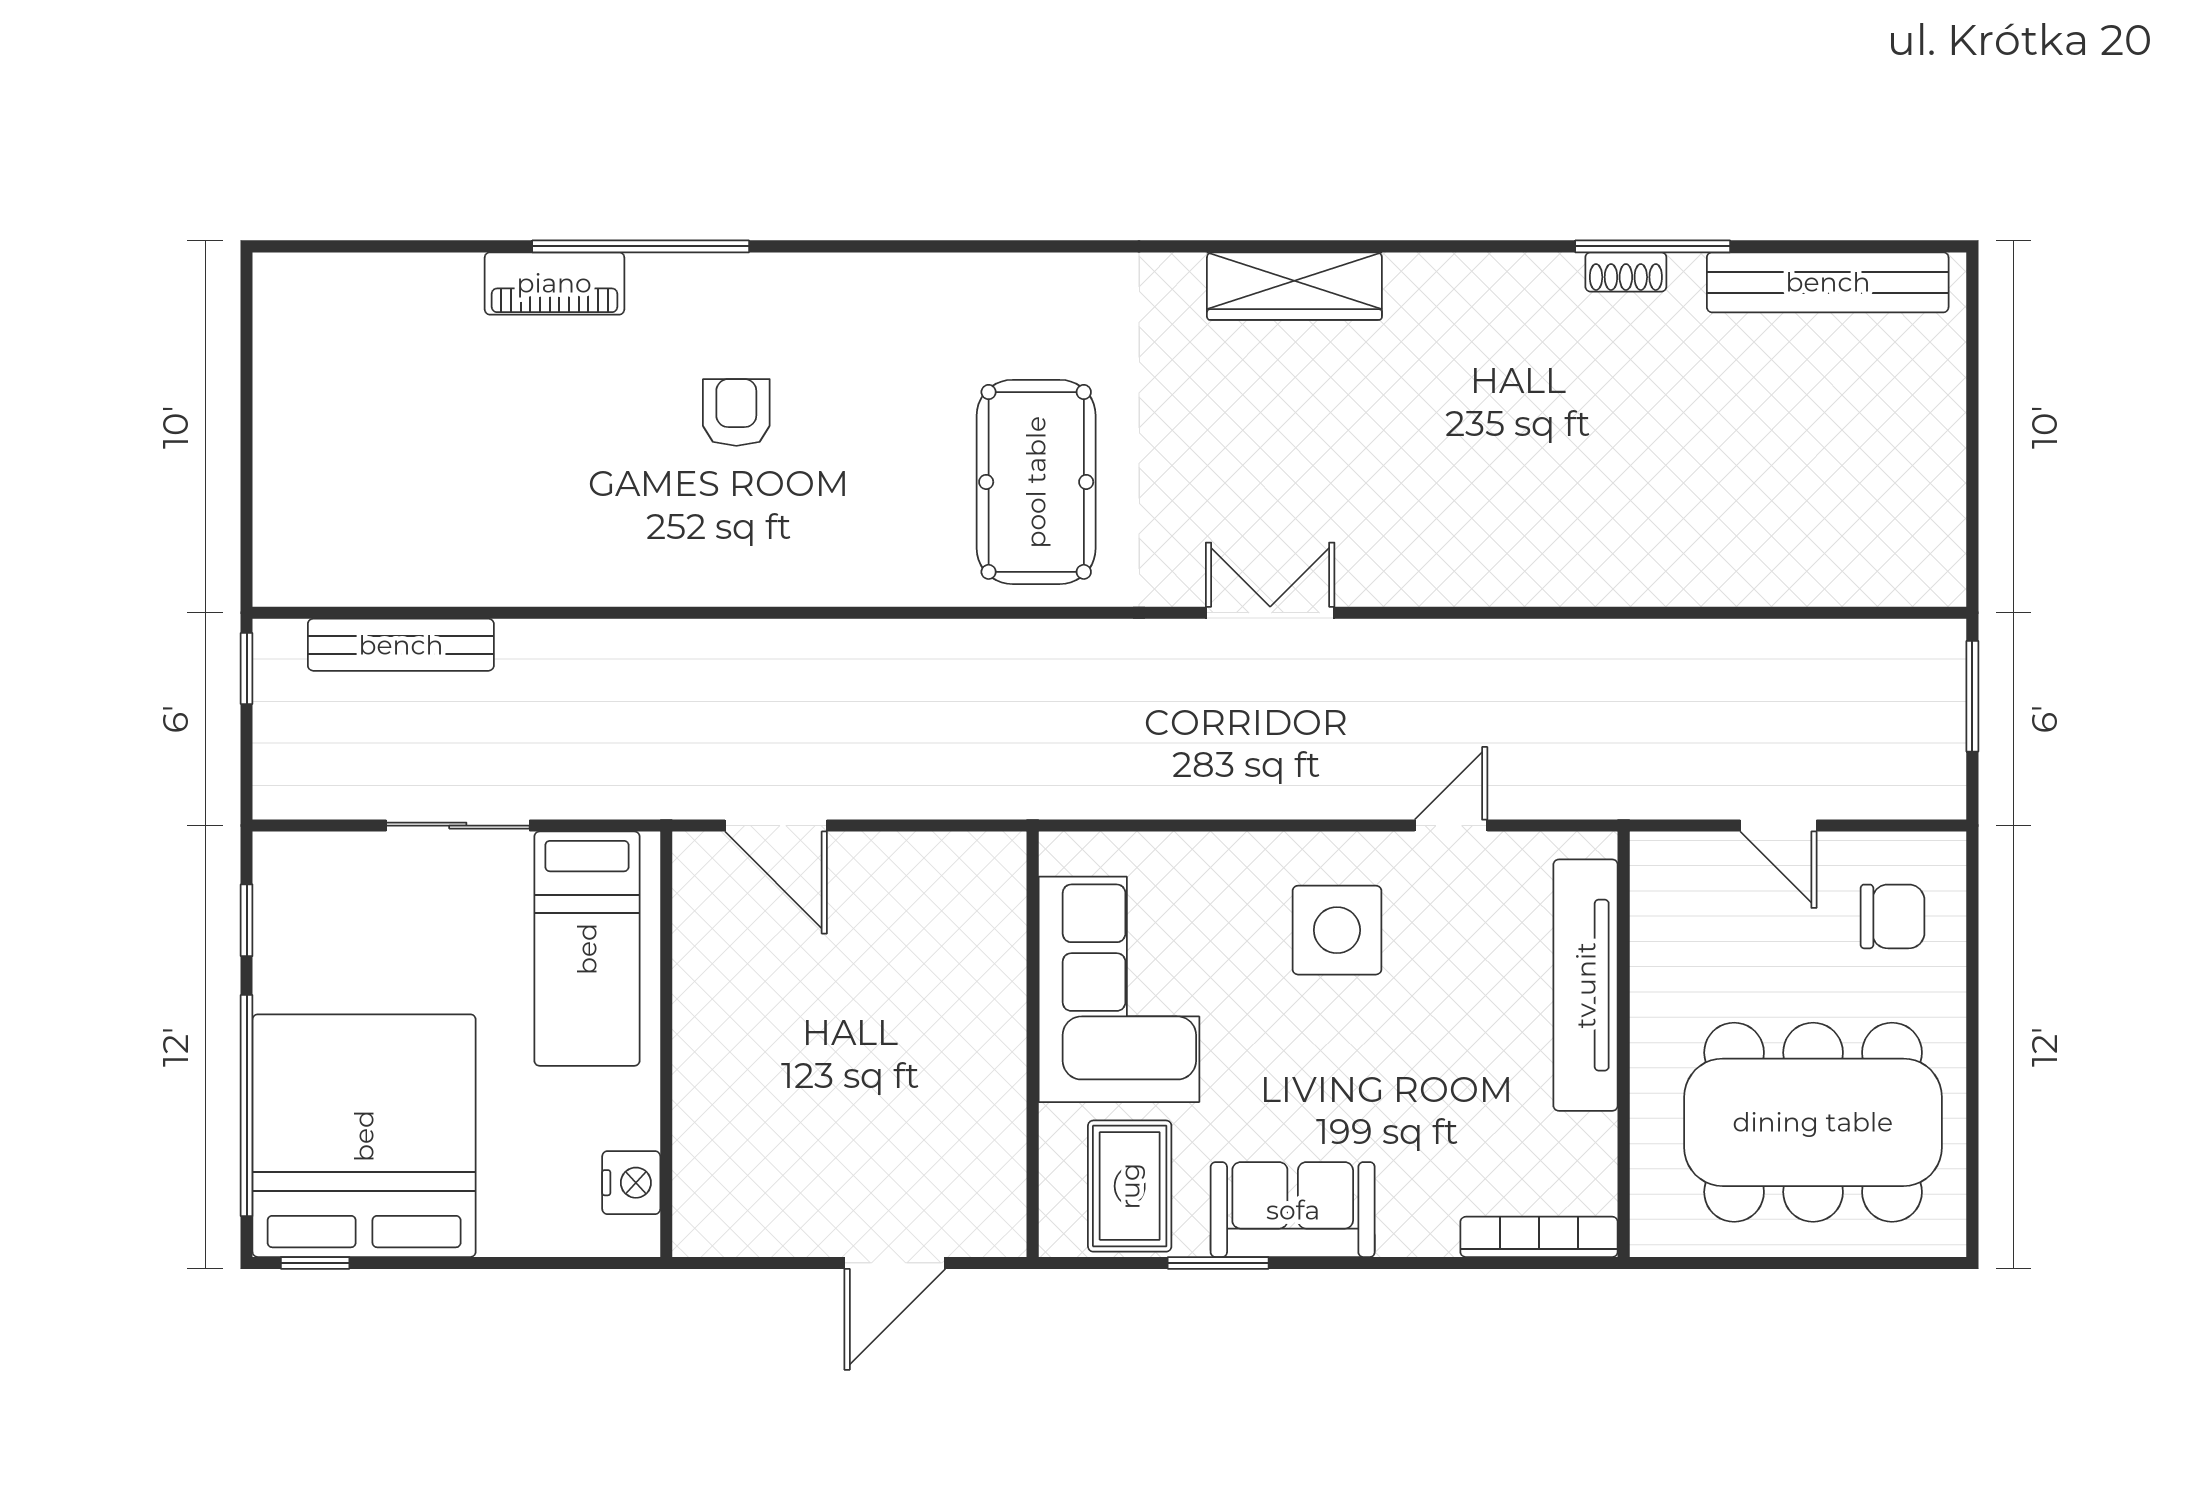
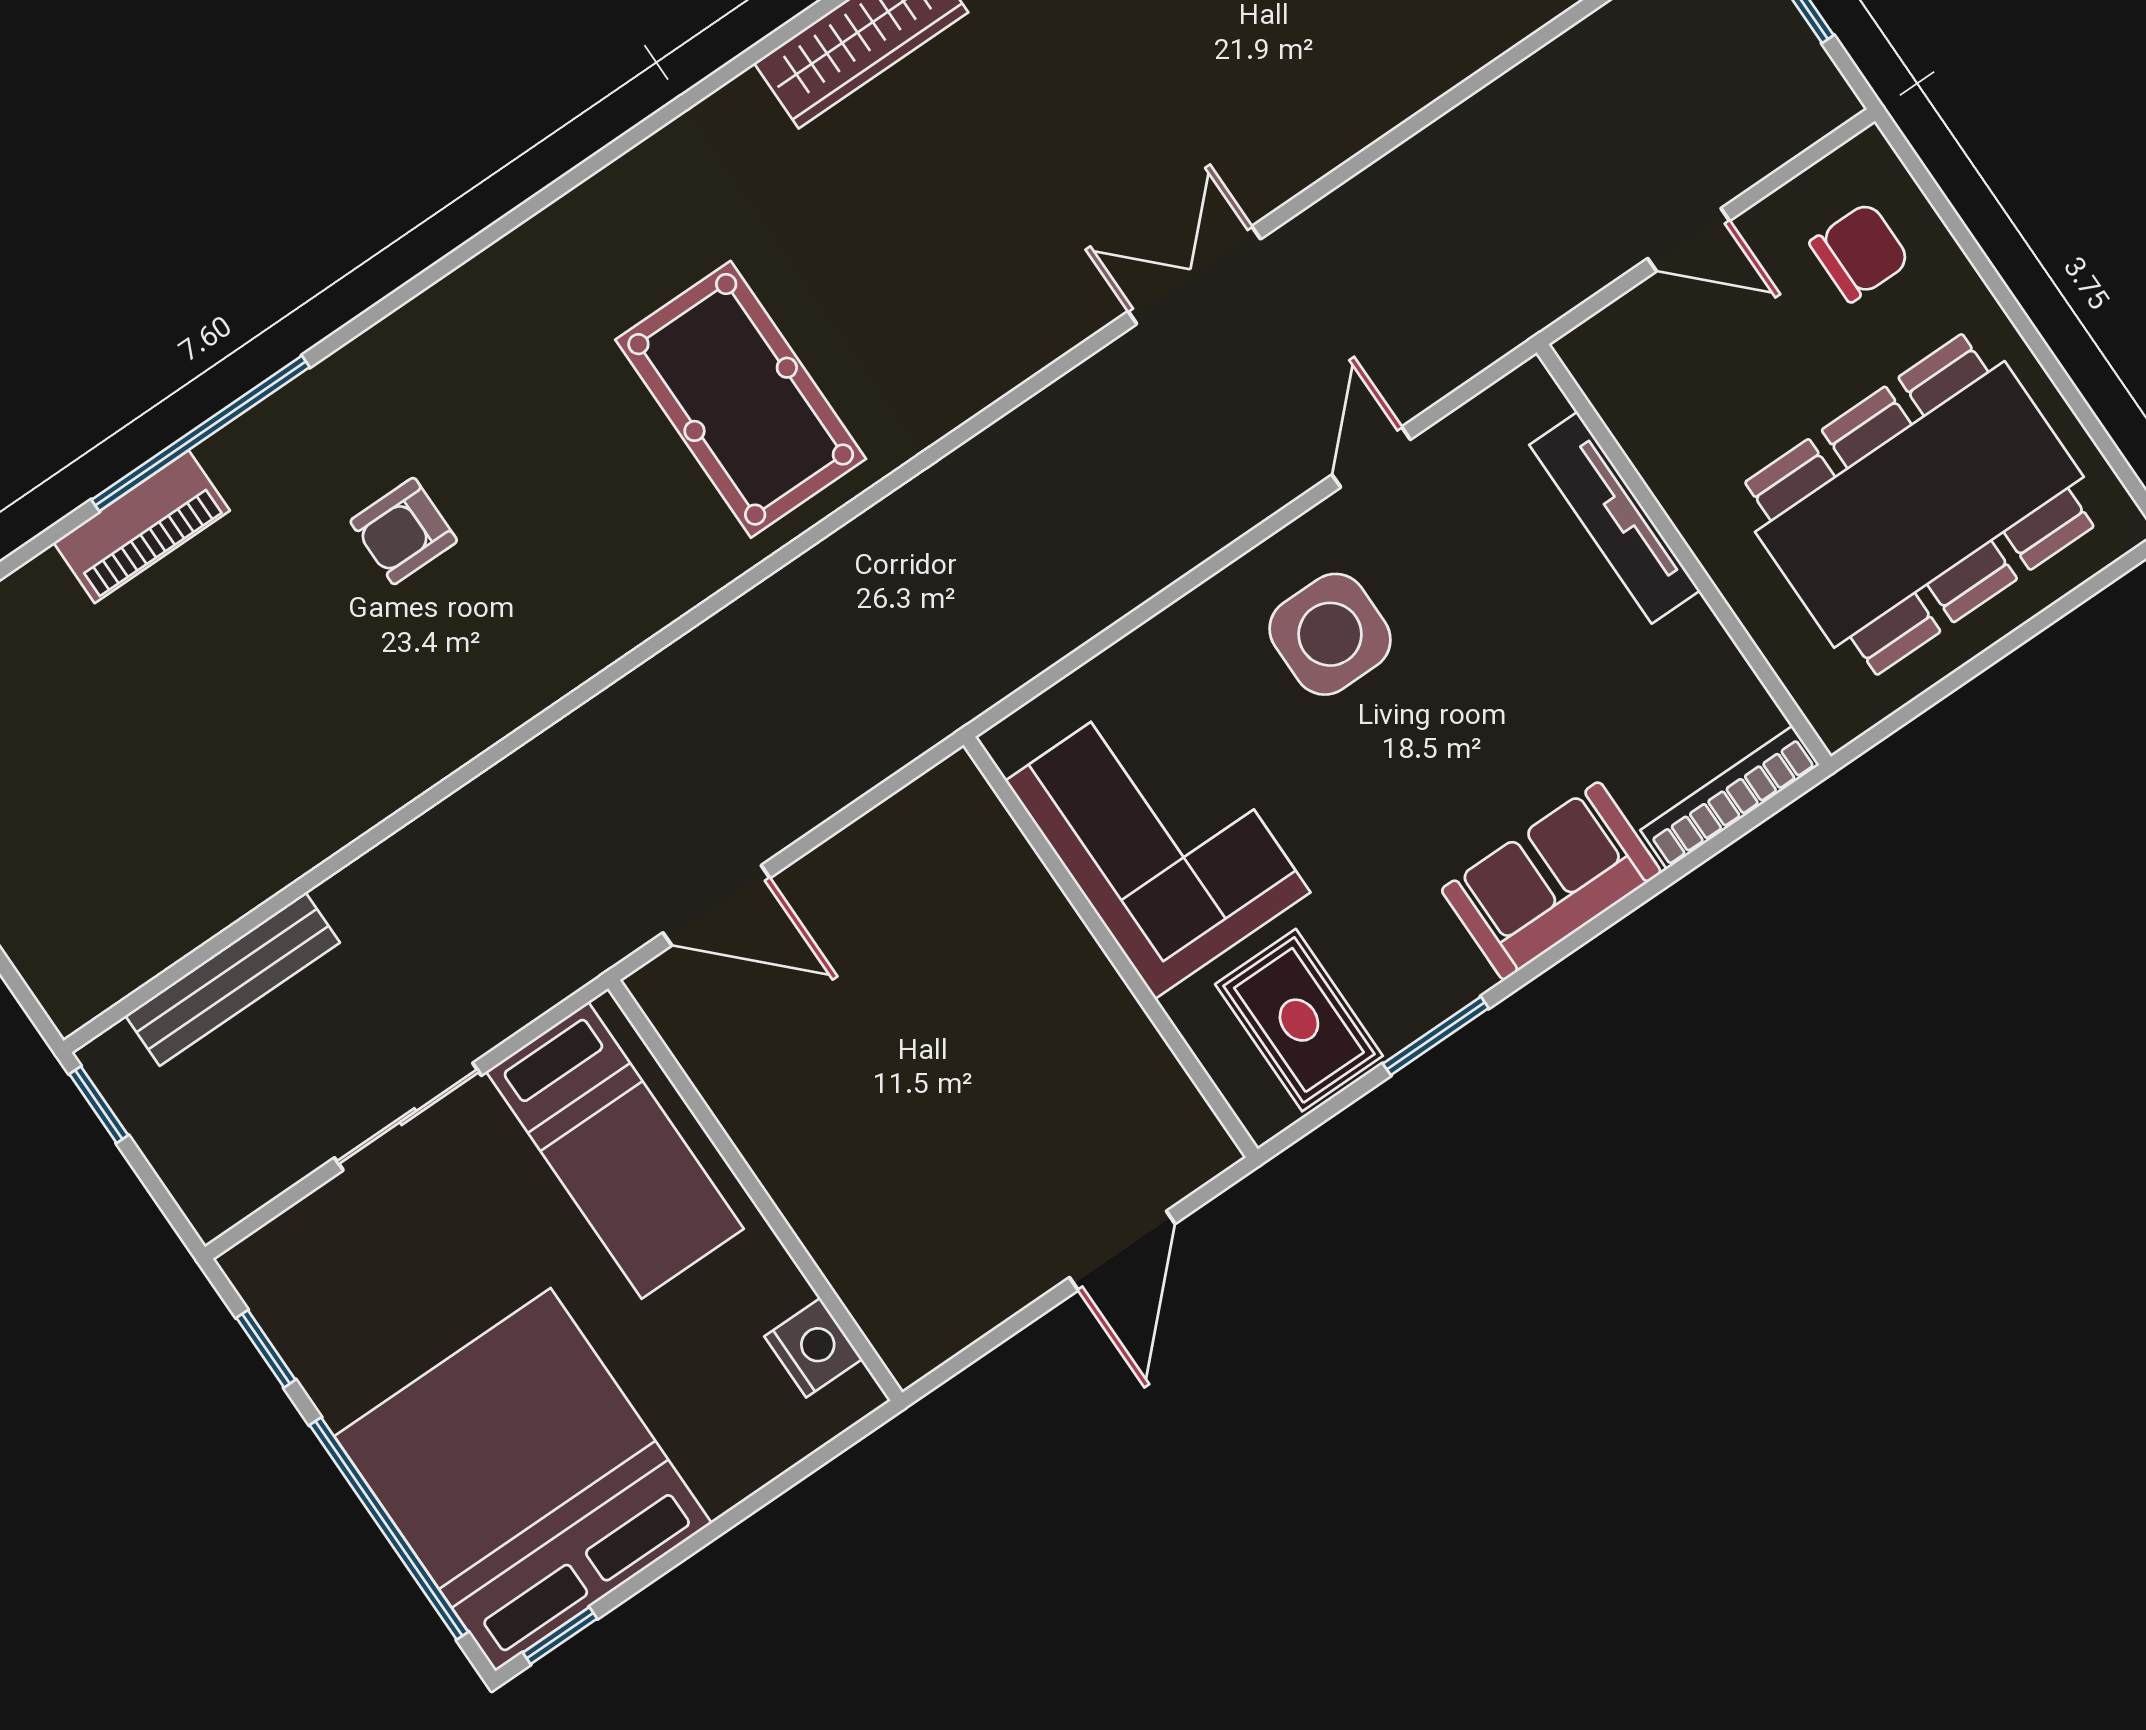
armchair: (736, 412) -> (404, 531), turned -90
double door: (1270, 613) -> (1194, 275), moved
tv unit: (1586, 985) -> (1615, 518), width x0.73, depth x0.78
sofa: (1293, 1210) -> (1551, 881), moved

